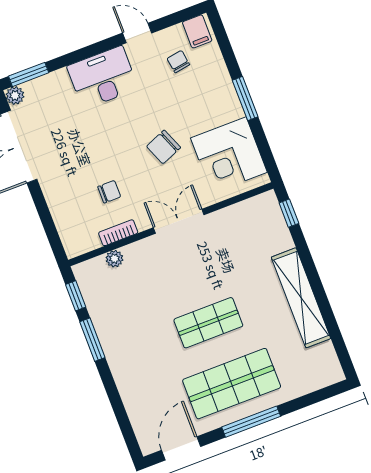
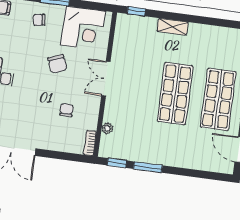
chair: (178, 62) -> (39, 20), moved
bookcase: (118, 233) -> (90, 143), moved
shelving: (301, 298) -> (173, 27), width x0.45, depth x0.75
shop shelf: (208, 323) -> (175, 94), width x1.43, depth x1.36

